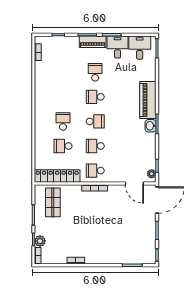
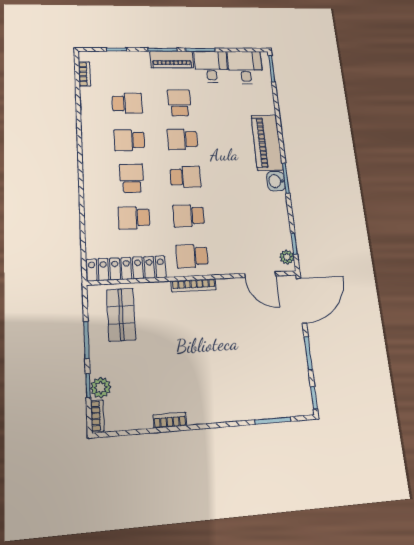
school desk: (63, 72) -> (127, 103), added
school desk: (63, 97) -> (129, 140), added

